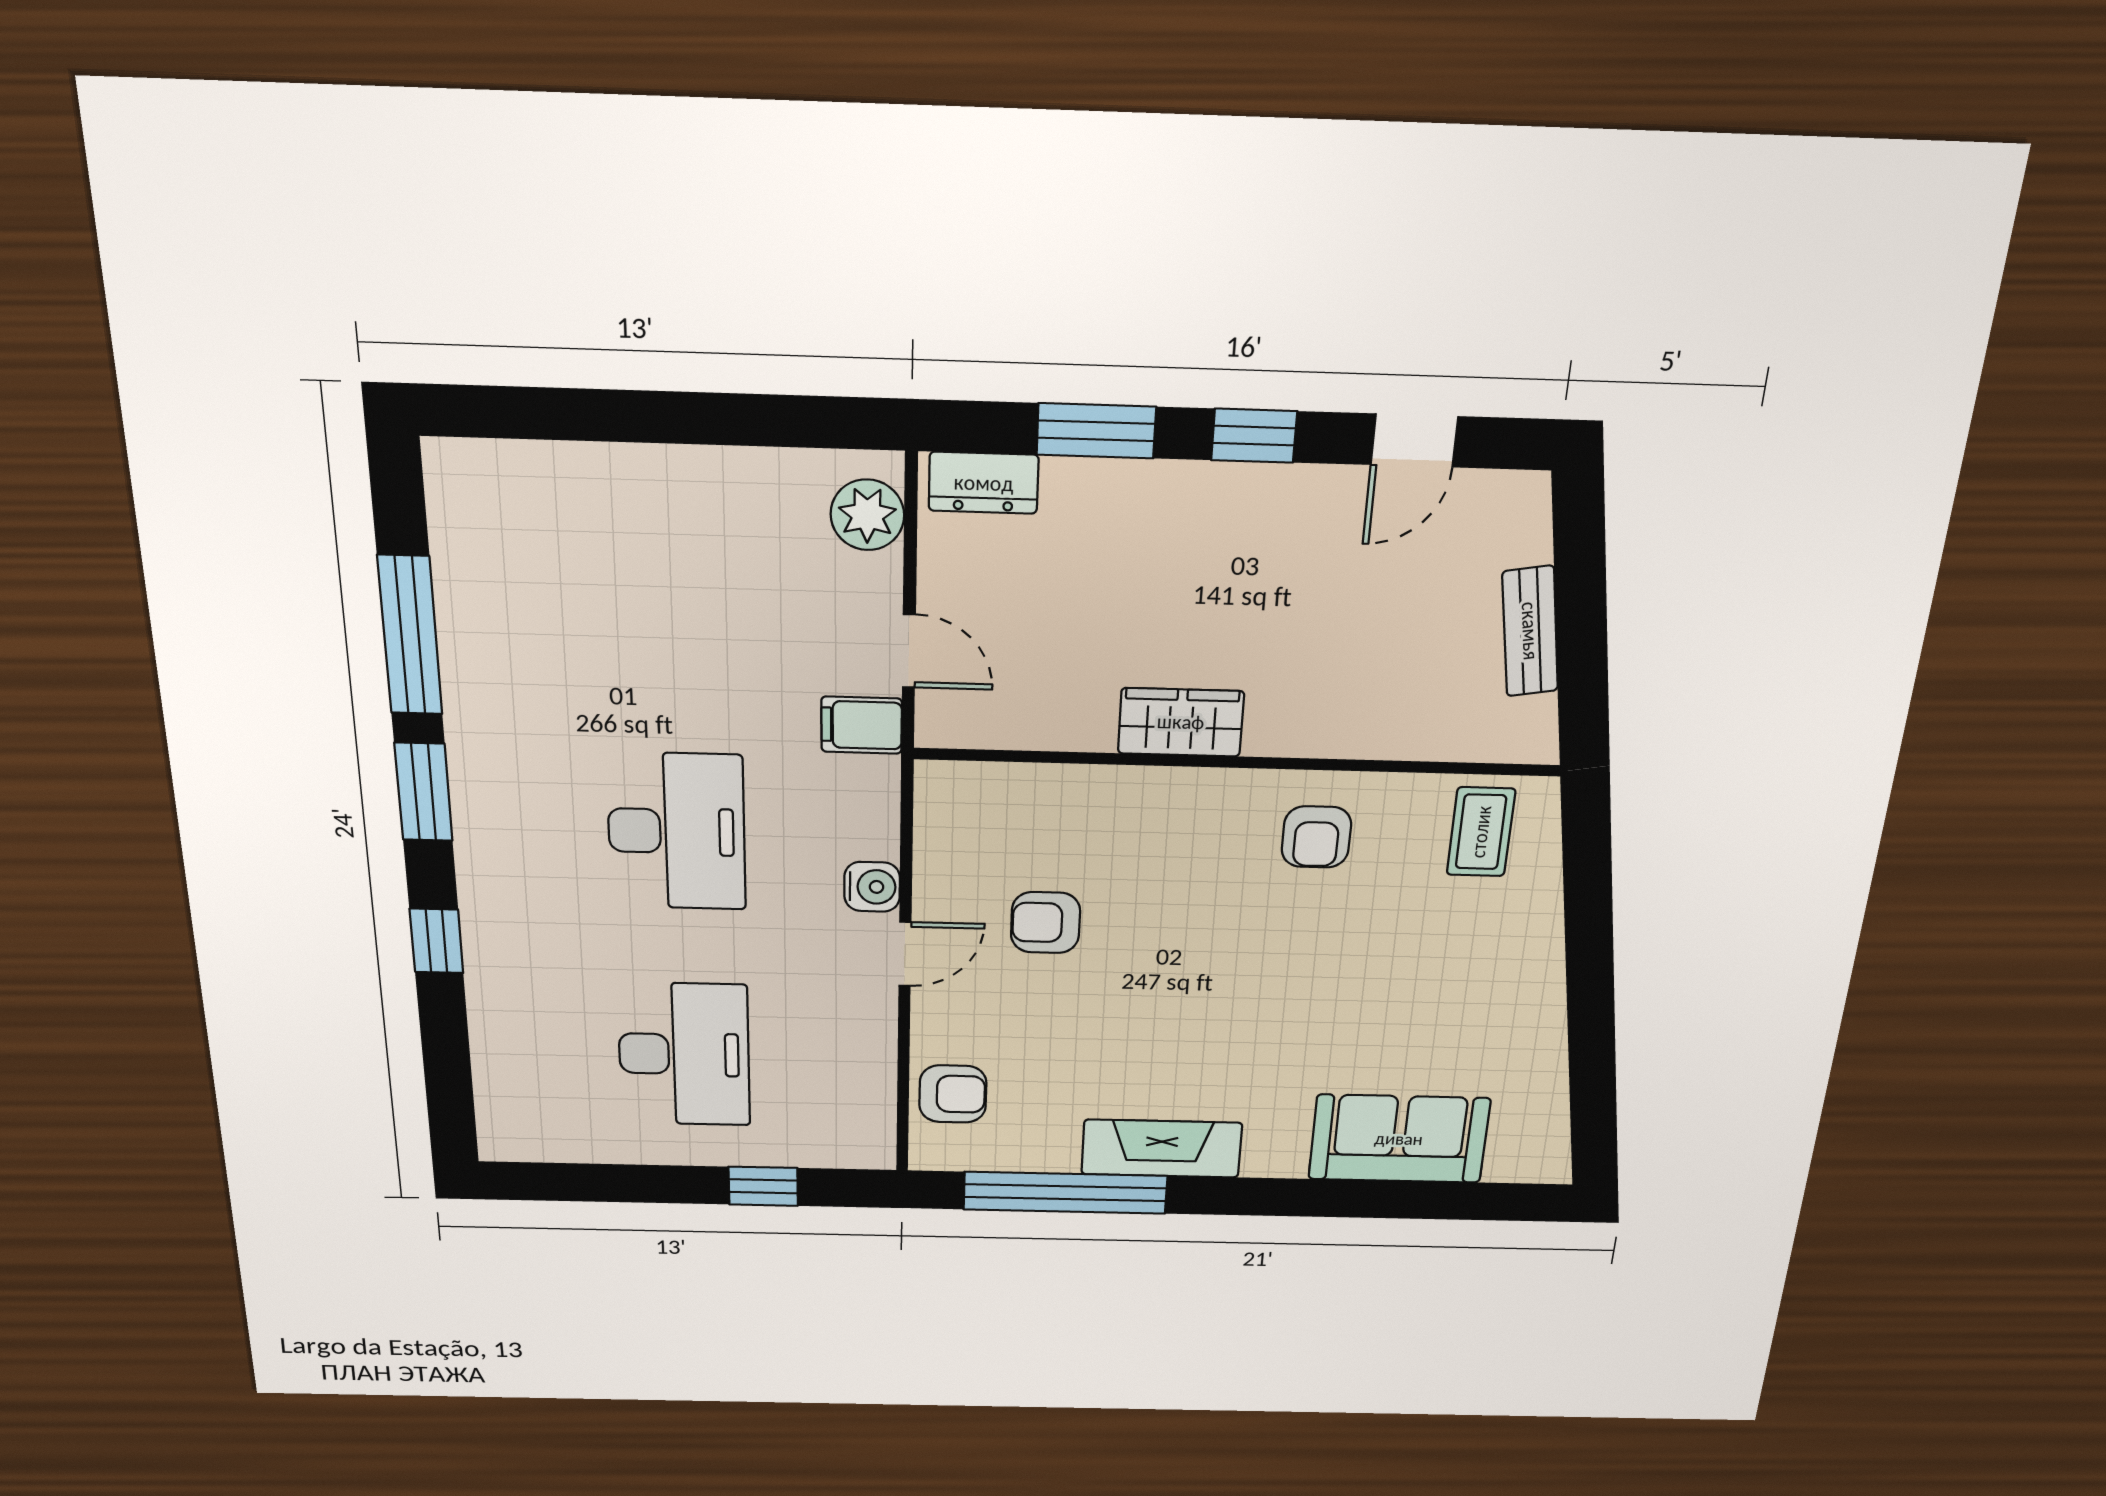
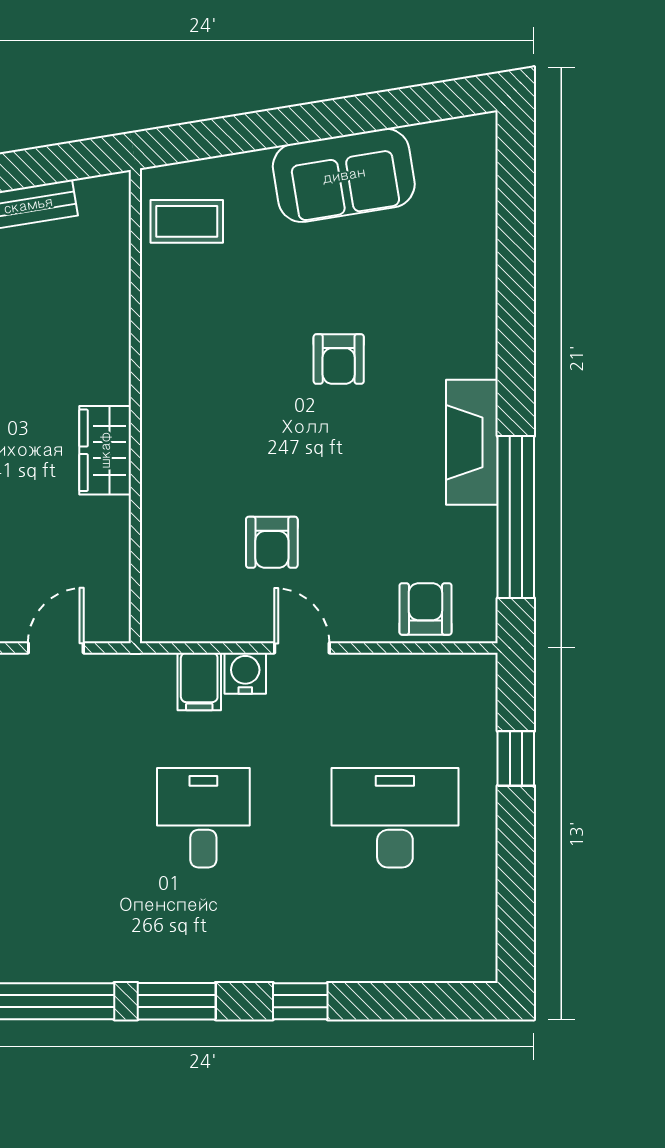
filing cabinet: (862, 725) -> (199, 681), moved
desk: (676, 831) -> (203, 818), width x0.73
armchair: (1316, 837) -> (339, 359), moved, turned 90
sofa: (1399, 1139) -> (344, 175), moved, turned -99

